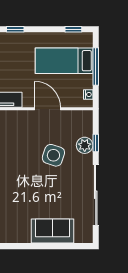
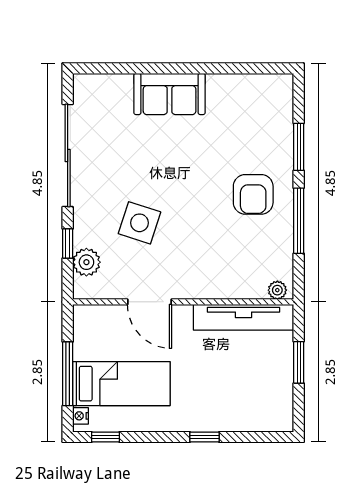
nightstand: (88, 94) -> (80, 416), moved
plant: (85, 145) -> (86, 262), moved
sofa: (53, 231) -> (170, 94), moved

